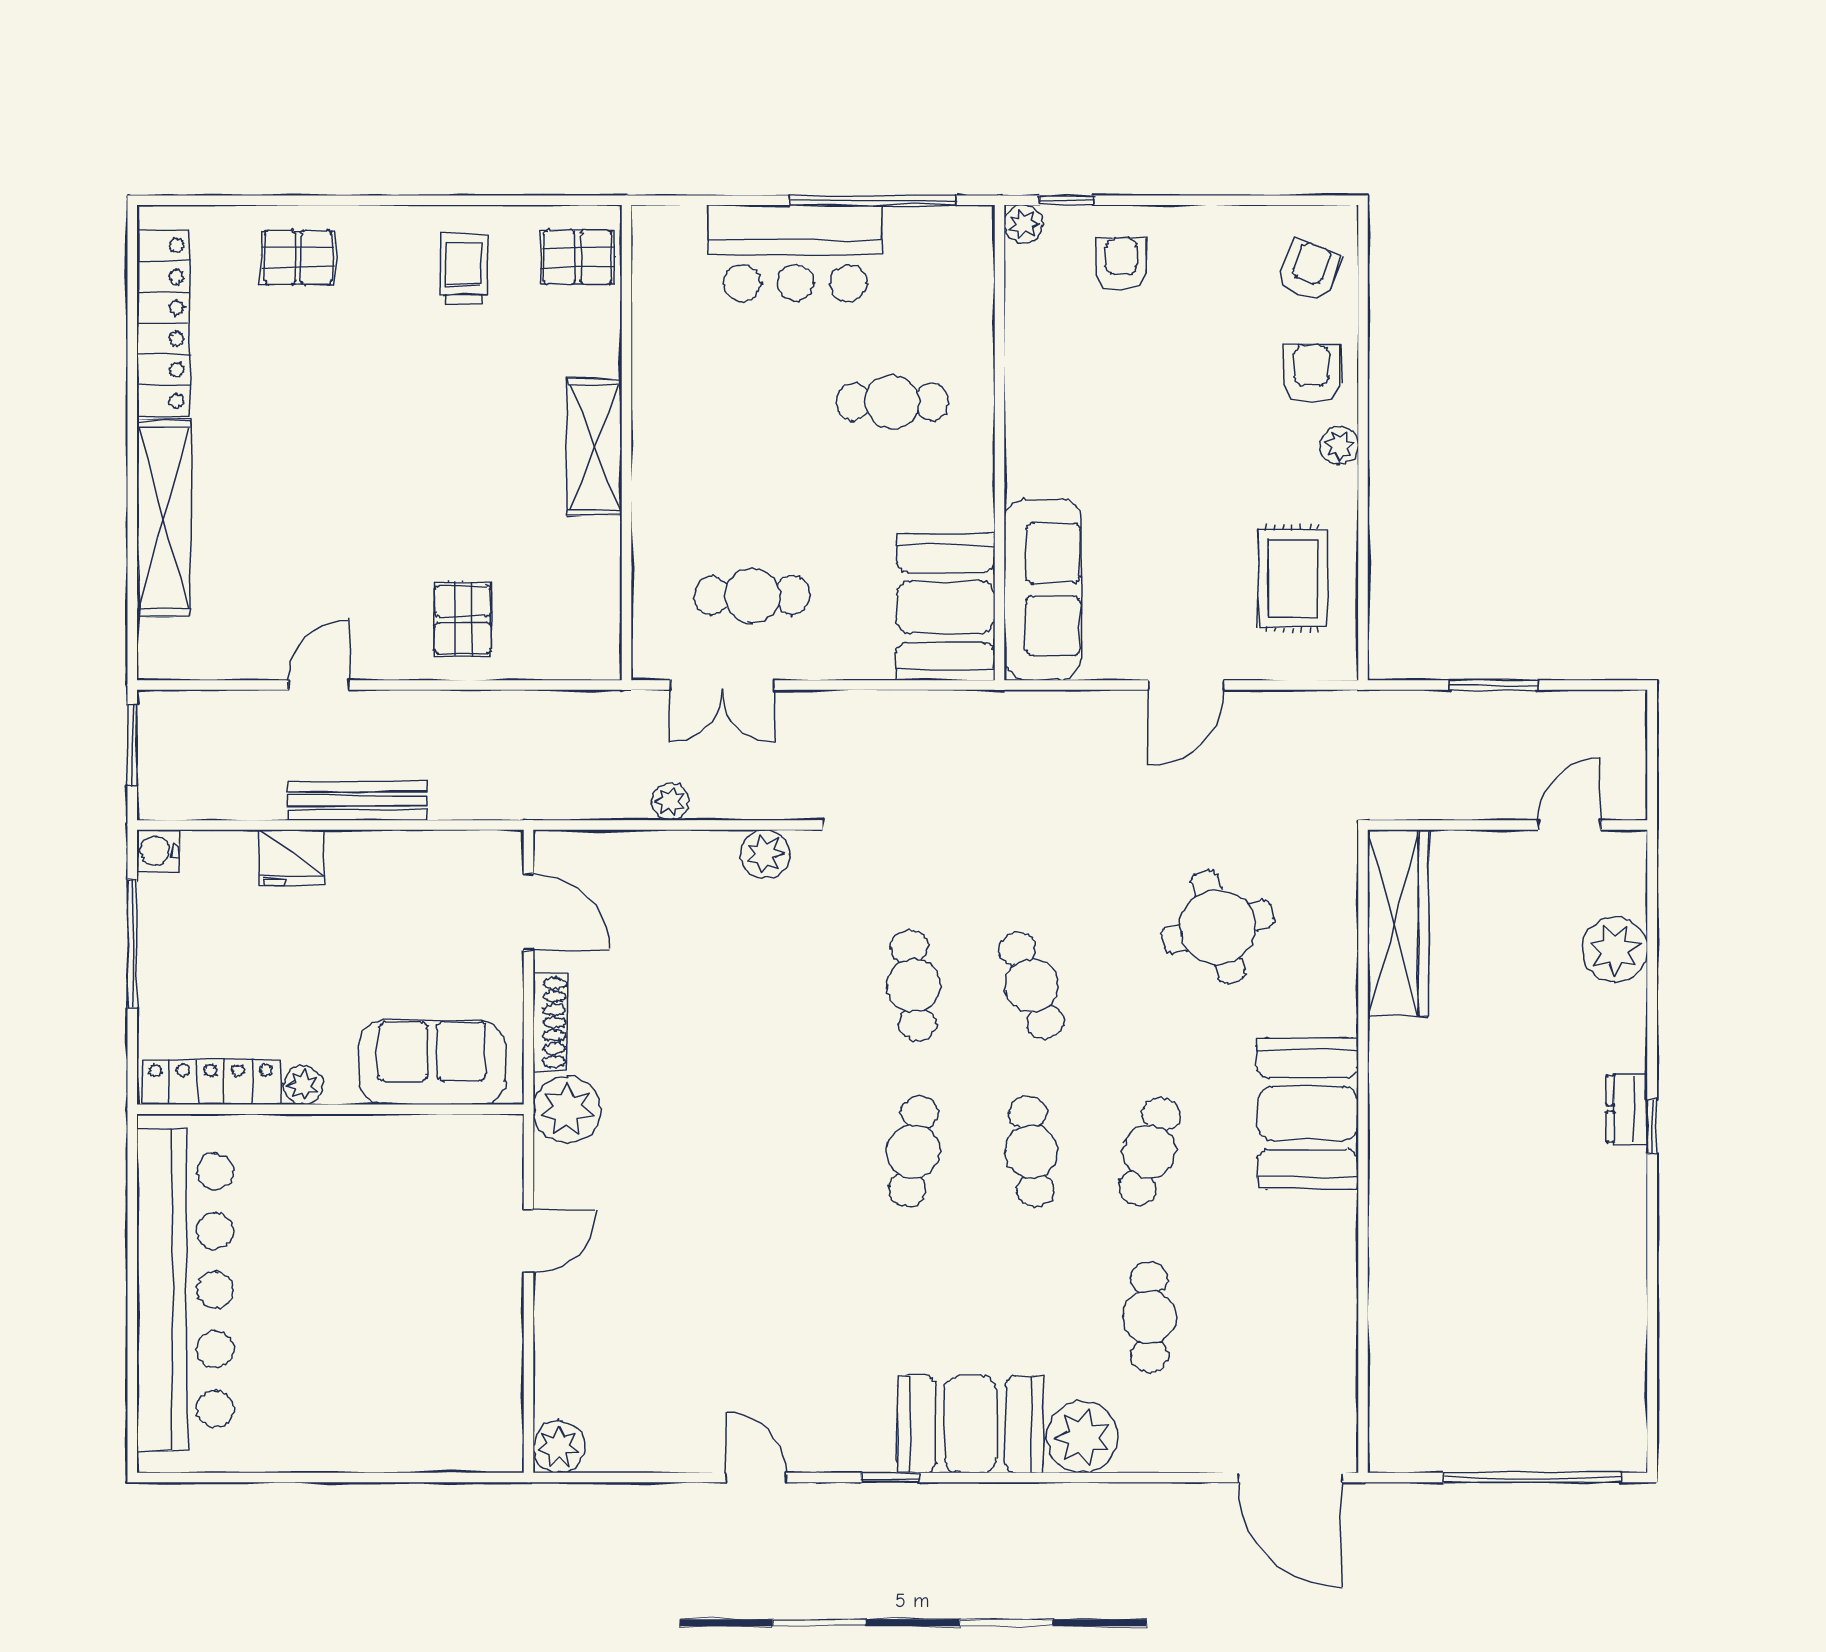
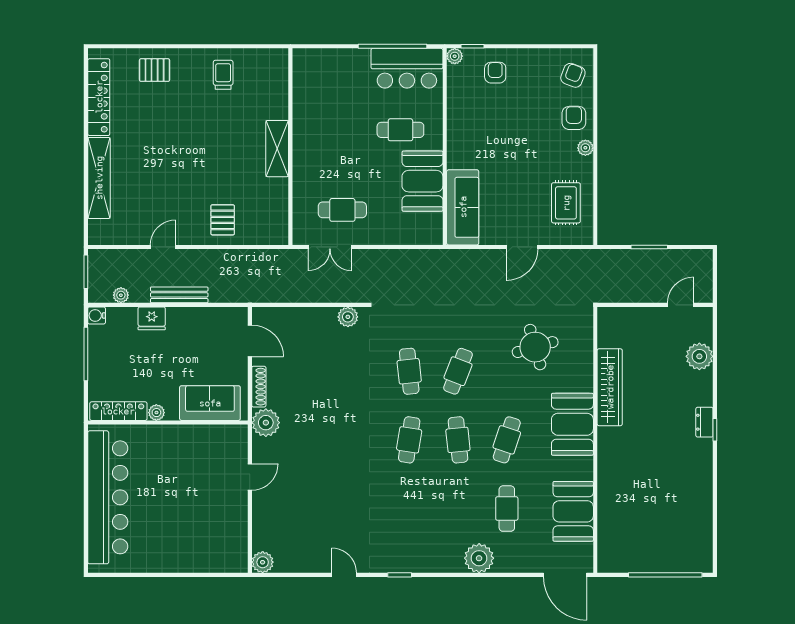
bar counter: (795, 253) -> (407, 68), moved
pallet: (578, 257) -> (270, 70), removed
booth: (946, 607) -> (422, 181), moved
plant: (670, 802) -> (121, 295), moved
wardrobe: (1398, 923) -> (610, 387), moved
cafe table: (1031, 985) -> (458, 371), turned 42
booth: (970, 1424) -> (573, 511), moved, turned 90

